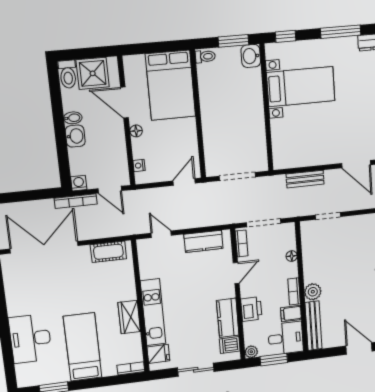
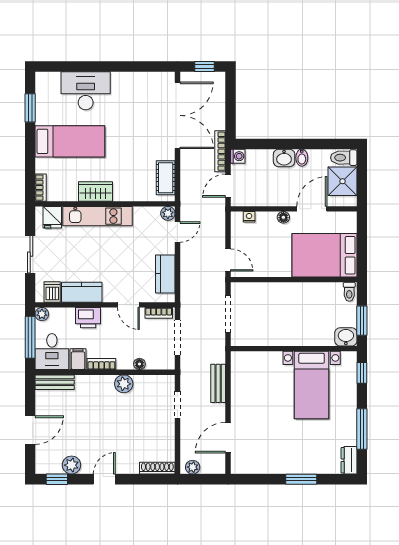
plant: (144, 246) -> (168, 213), added
plant: (313, 292) -> (124, 384), moved
bench: (313, 326) -> (55, 382), width x0.73
window: (274, 360) -> (30, 337), width x1.44

